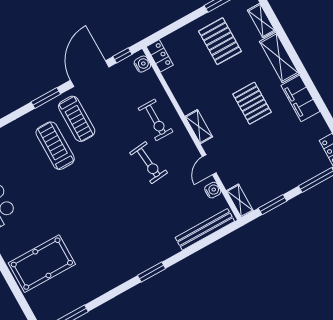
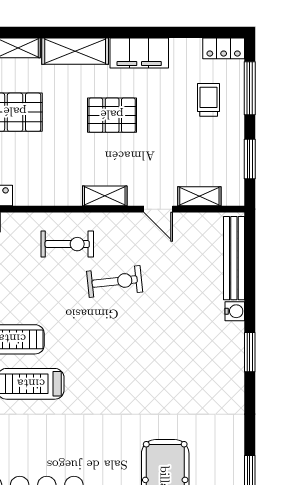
trolley: (295, 158) -> (209, 100), added
water cooler: (213, 190) -> (235, 311), moved, turned 90
shelving: (240, 201) -> (199, 196), moved

